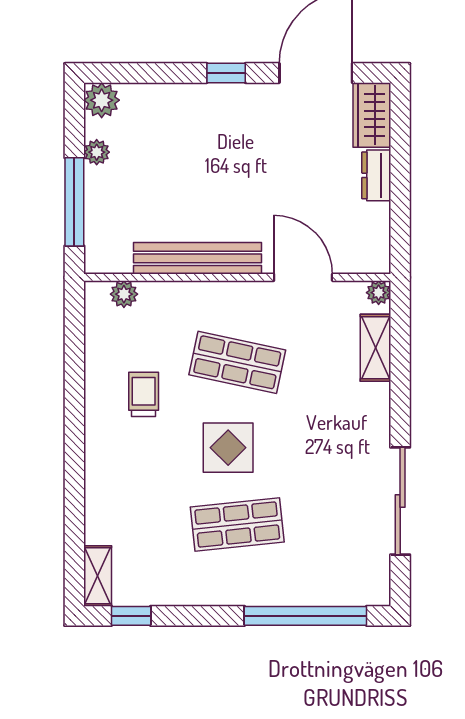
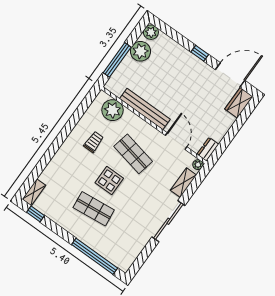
plant: (97, 152) -> (140, 51), width x1.88, depth x1.88
dresser: (376, 175) -> (208, 149), moved
plant: (124, 294) -> (113, 110), width x1.87, depth x1.87
sliding door: (400, 501) -> (168, 221), moved

